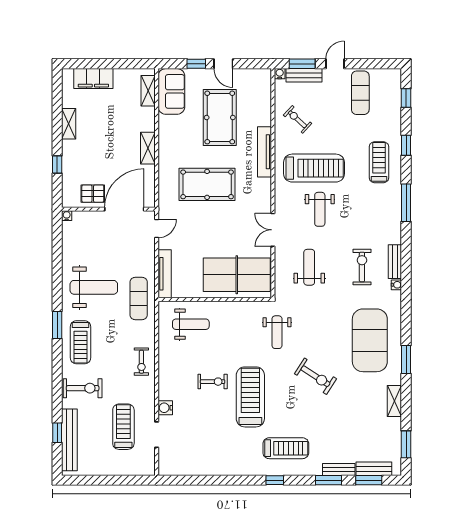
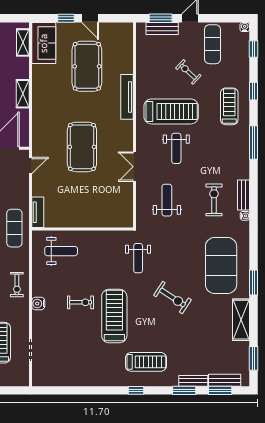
water cooler: (280, 74) -> (245, 27), moved
exercise bike: (297, 119) -> (188, 72), moved
pool table: (207, 184) -> (82, 147), moved, turned 90
tv unit: (165, 274) -> (38, 212), width x0.71
table tennis table: (237, 275) -> (102, 207), removed
shelving: (394, 401) -> (241, 320), width x1.50, depth x1.33
water cooler: (165, 408) -> (38, 304), moved

